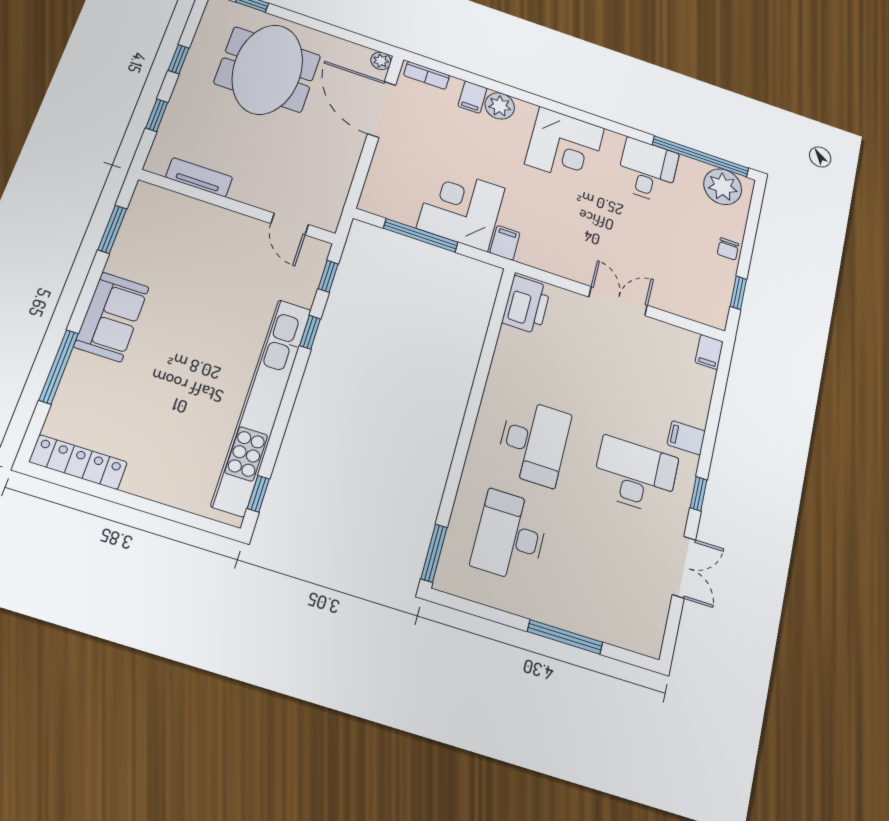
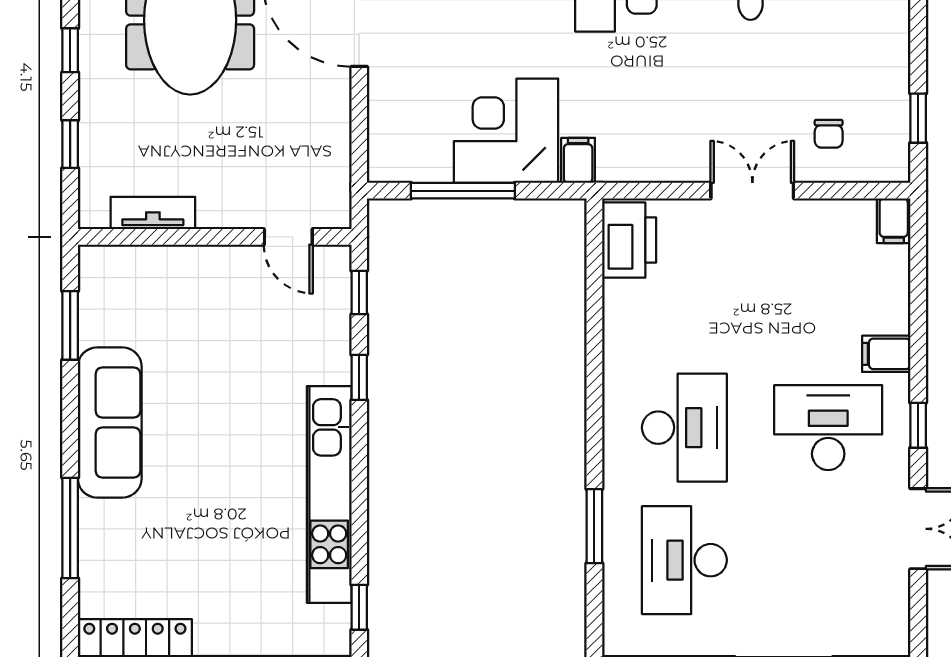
chair: (728, 249) -> (829, 134), moved
sofa: (112, 317) -> (110, 422), width x1.36
kitchen unit: (262, 406) -> (329, 495), width x0.73
window: (434, 553) -> (594, 526), moved

